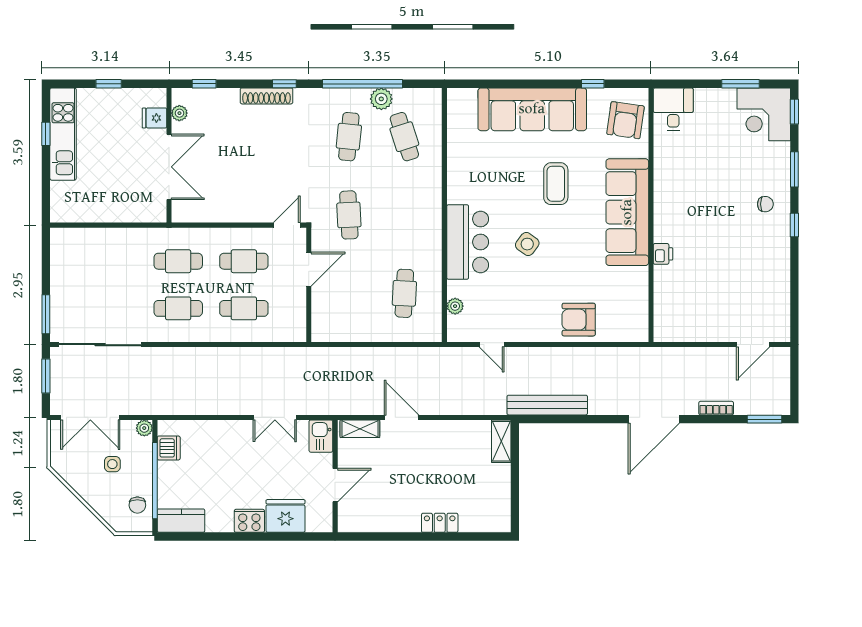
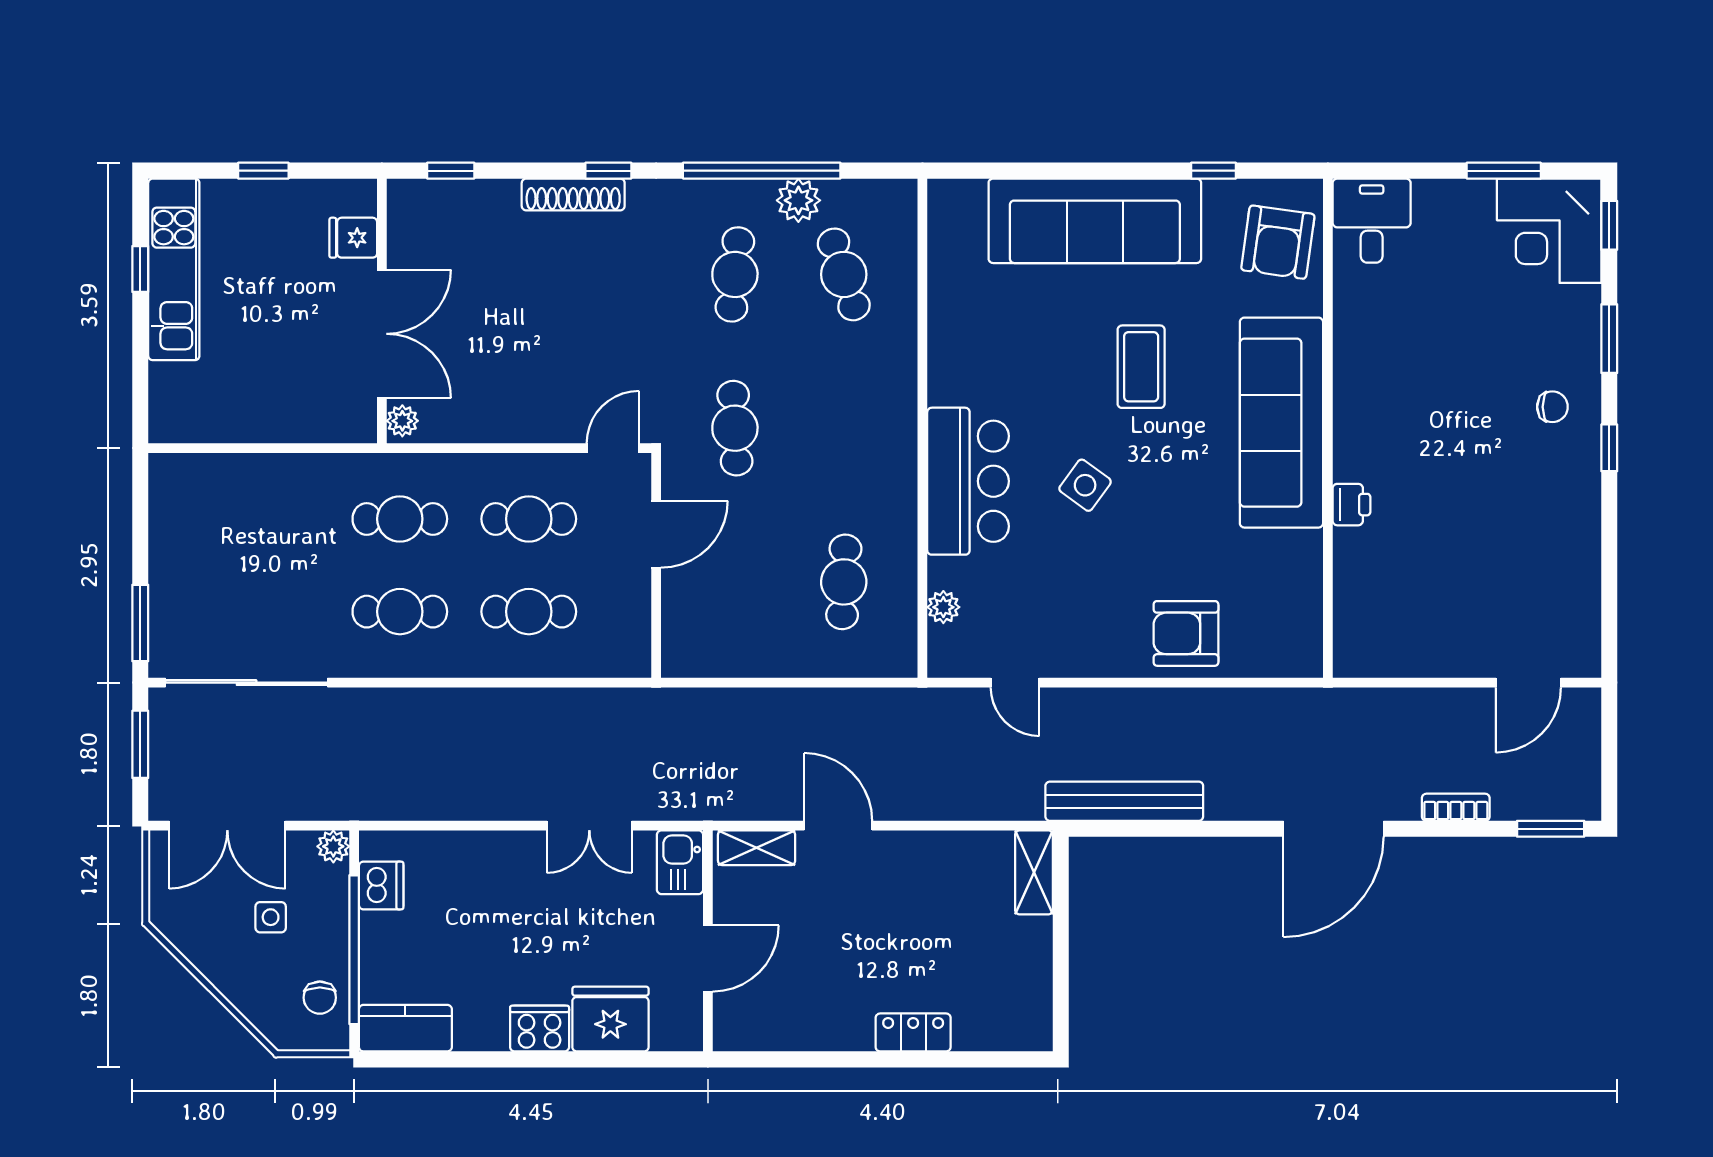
plant: (179, 113) -> (402, 421), moved

